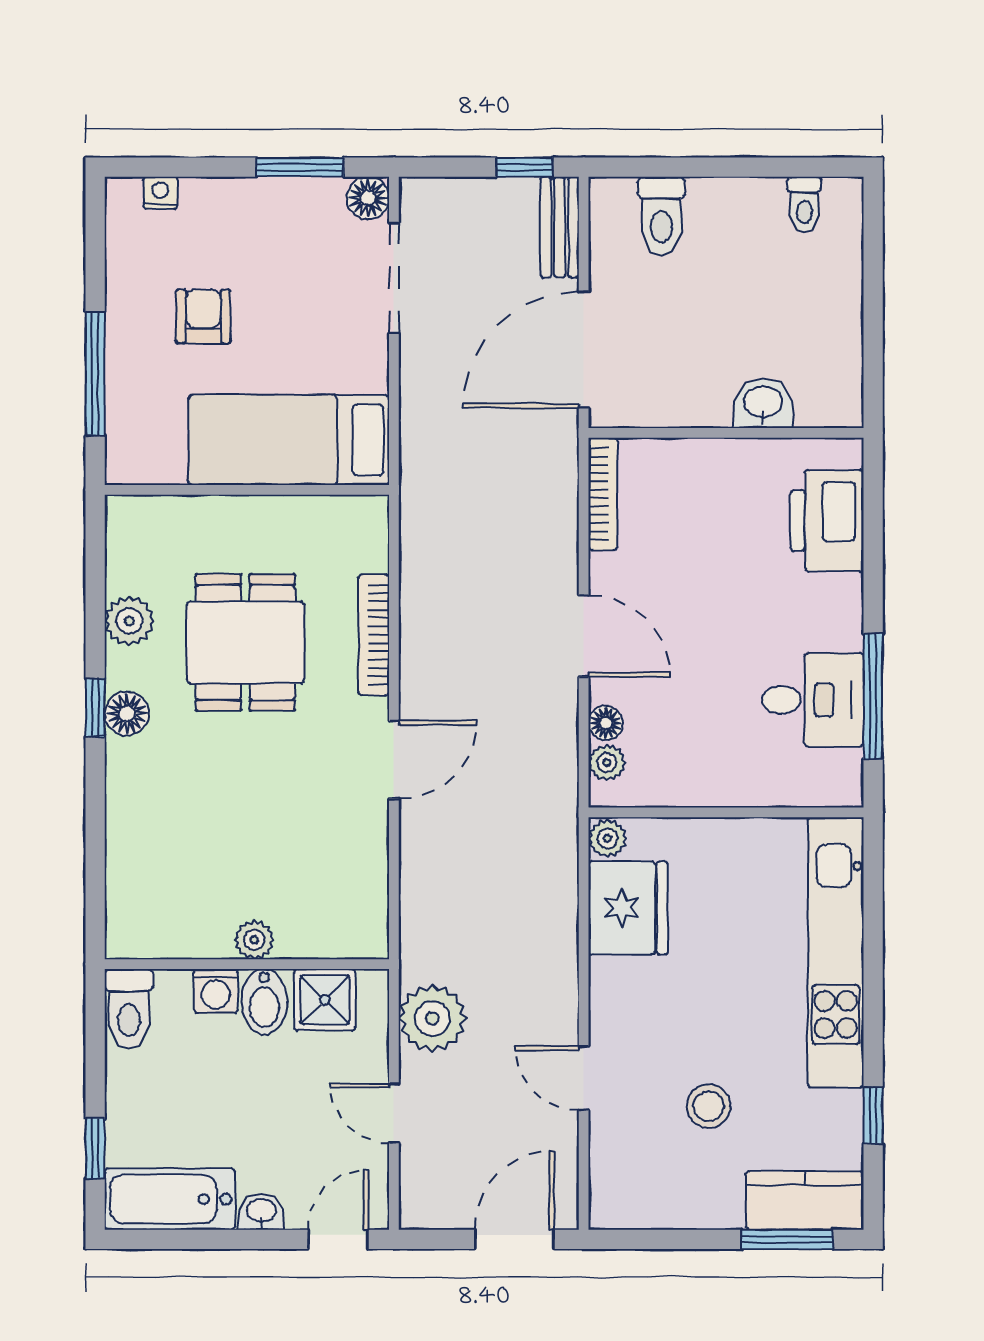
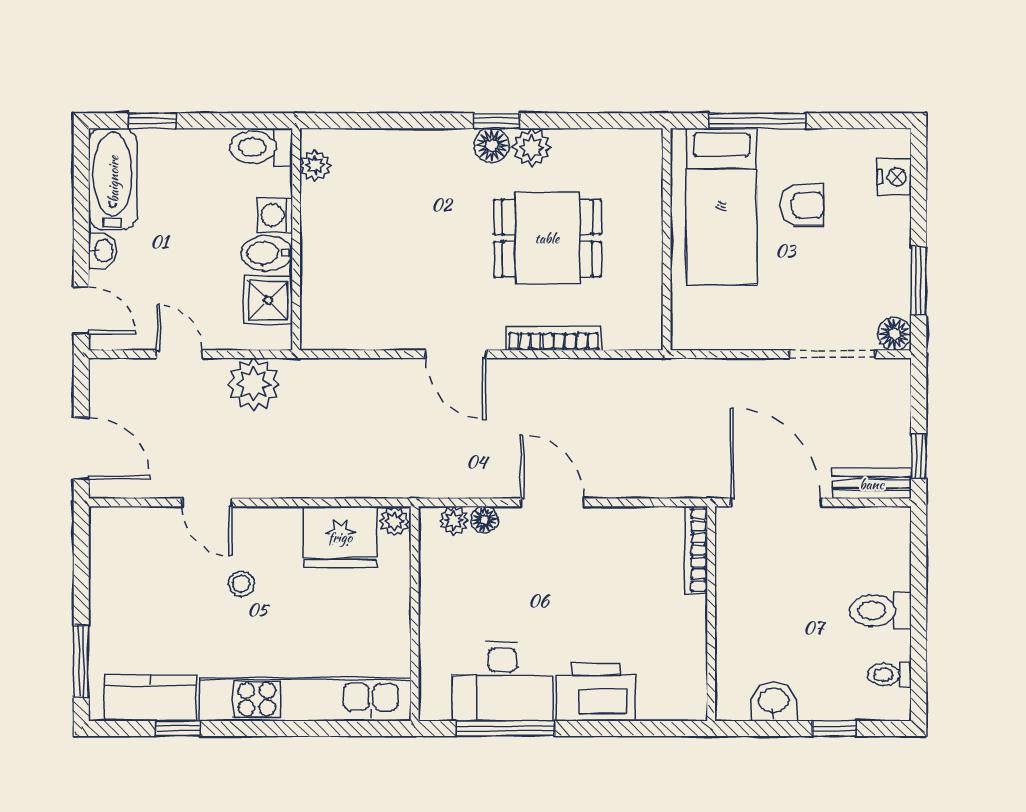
nightstand: (160, 193) -> (894, 177), width x1.39, depth x1.35
toilet: (661, 216) -> (881, 611), moved
window: (873, 275) -> (834, 728), added
washbasin: (763, 403) -> (773, 702), moved, turned -90
bed: (289, 440) -> (721, 207), moved, turned 180
bookcase: (603, 494) -> (696, 550), moved, turned 90
printer: (827, 521) -> (596, 692), moved
plant: (129, 621) -> (532, 147), moved
door: (584, 636) -> (552, 502), swing flipped
desk: (813, 700) -> (502, 681), width x1.37
plant: (254, 940) -> (315, 165), moved
door: (584, 1078) -> (207, 502), swing flipped
stool: (709, 1106) -> (241, 584), moved, width x0.73, depth x0.73
door: (394, 1113) -> (180, 354), hinge flipped
kitchen counter: (805, 1200) -> (151, 698), moved, turned -90

